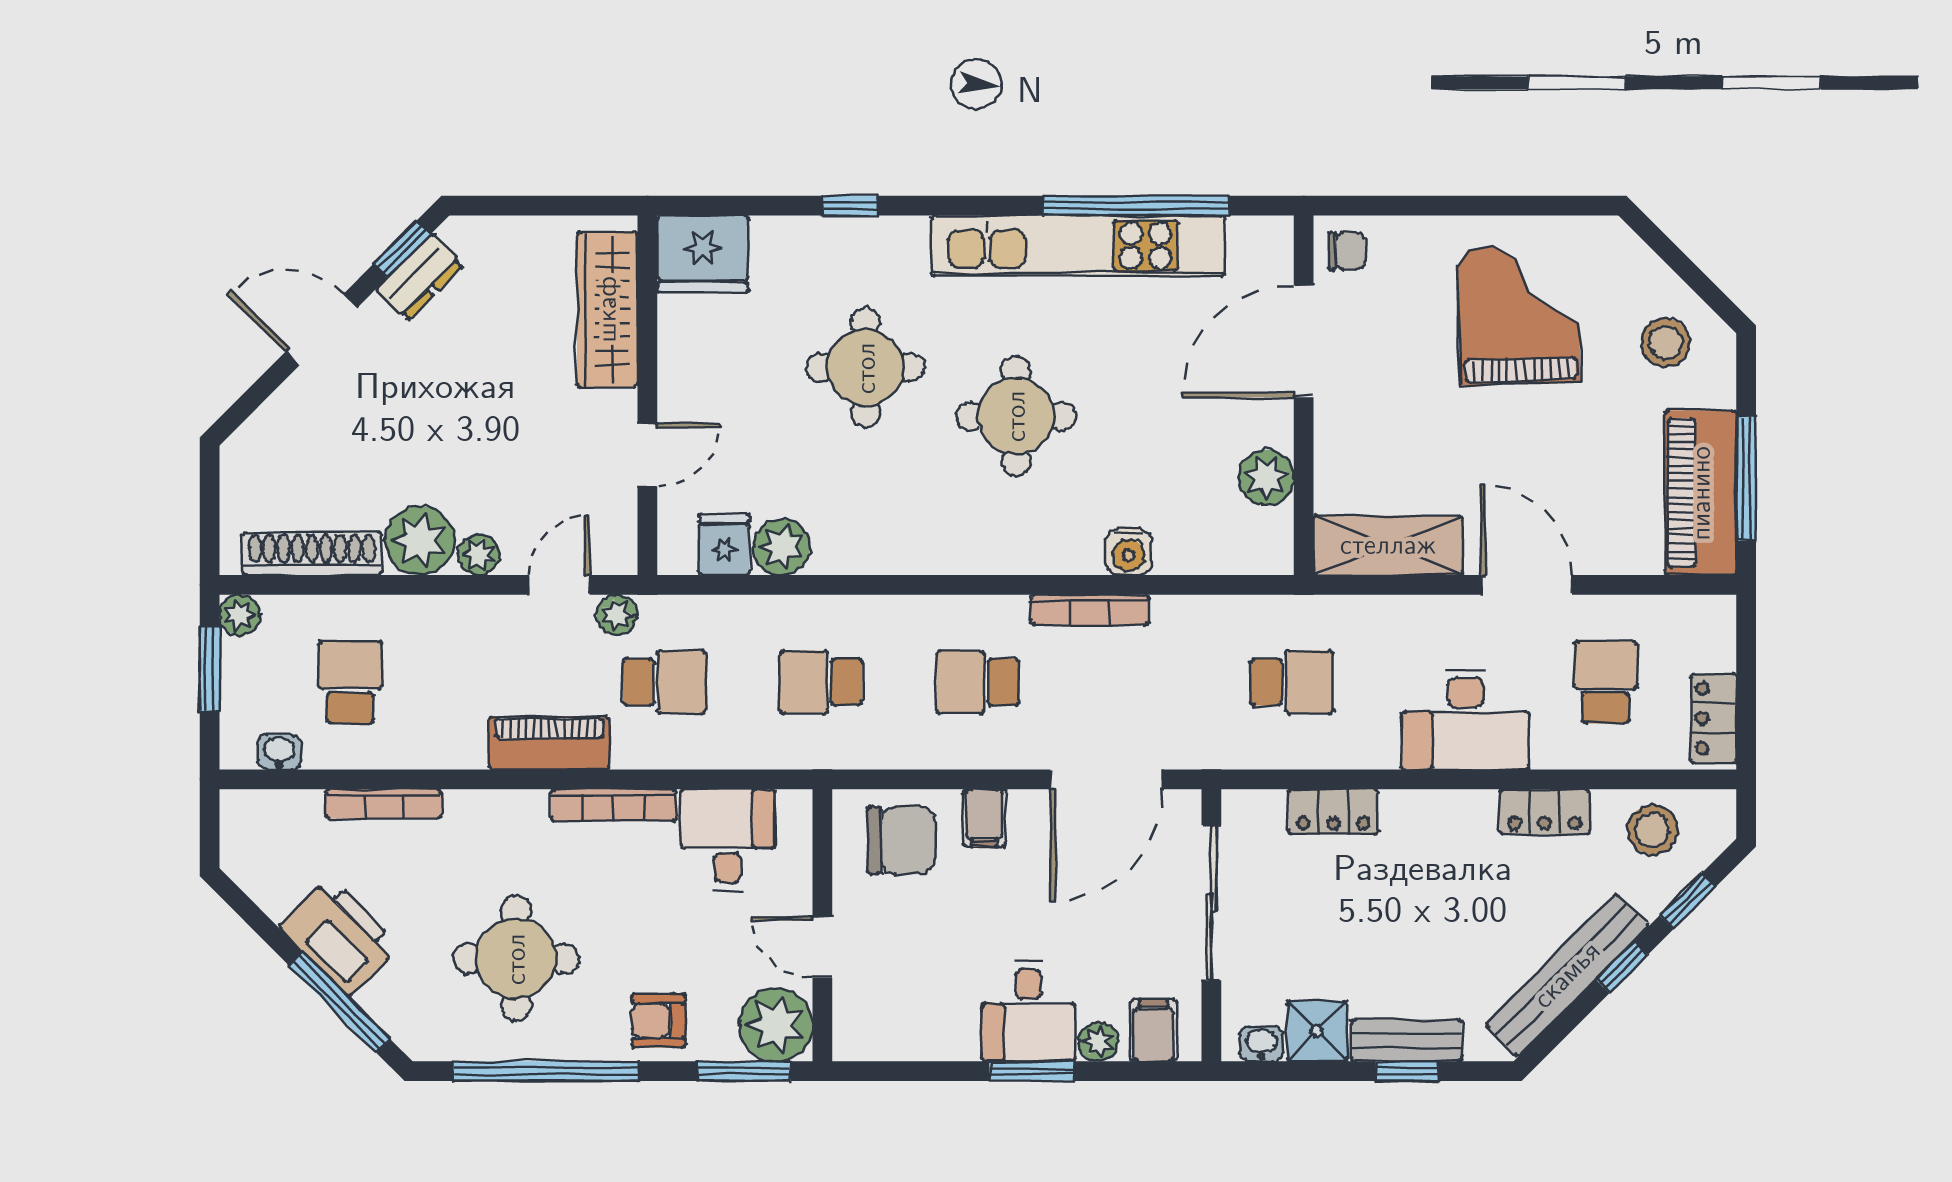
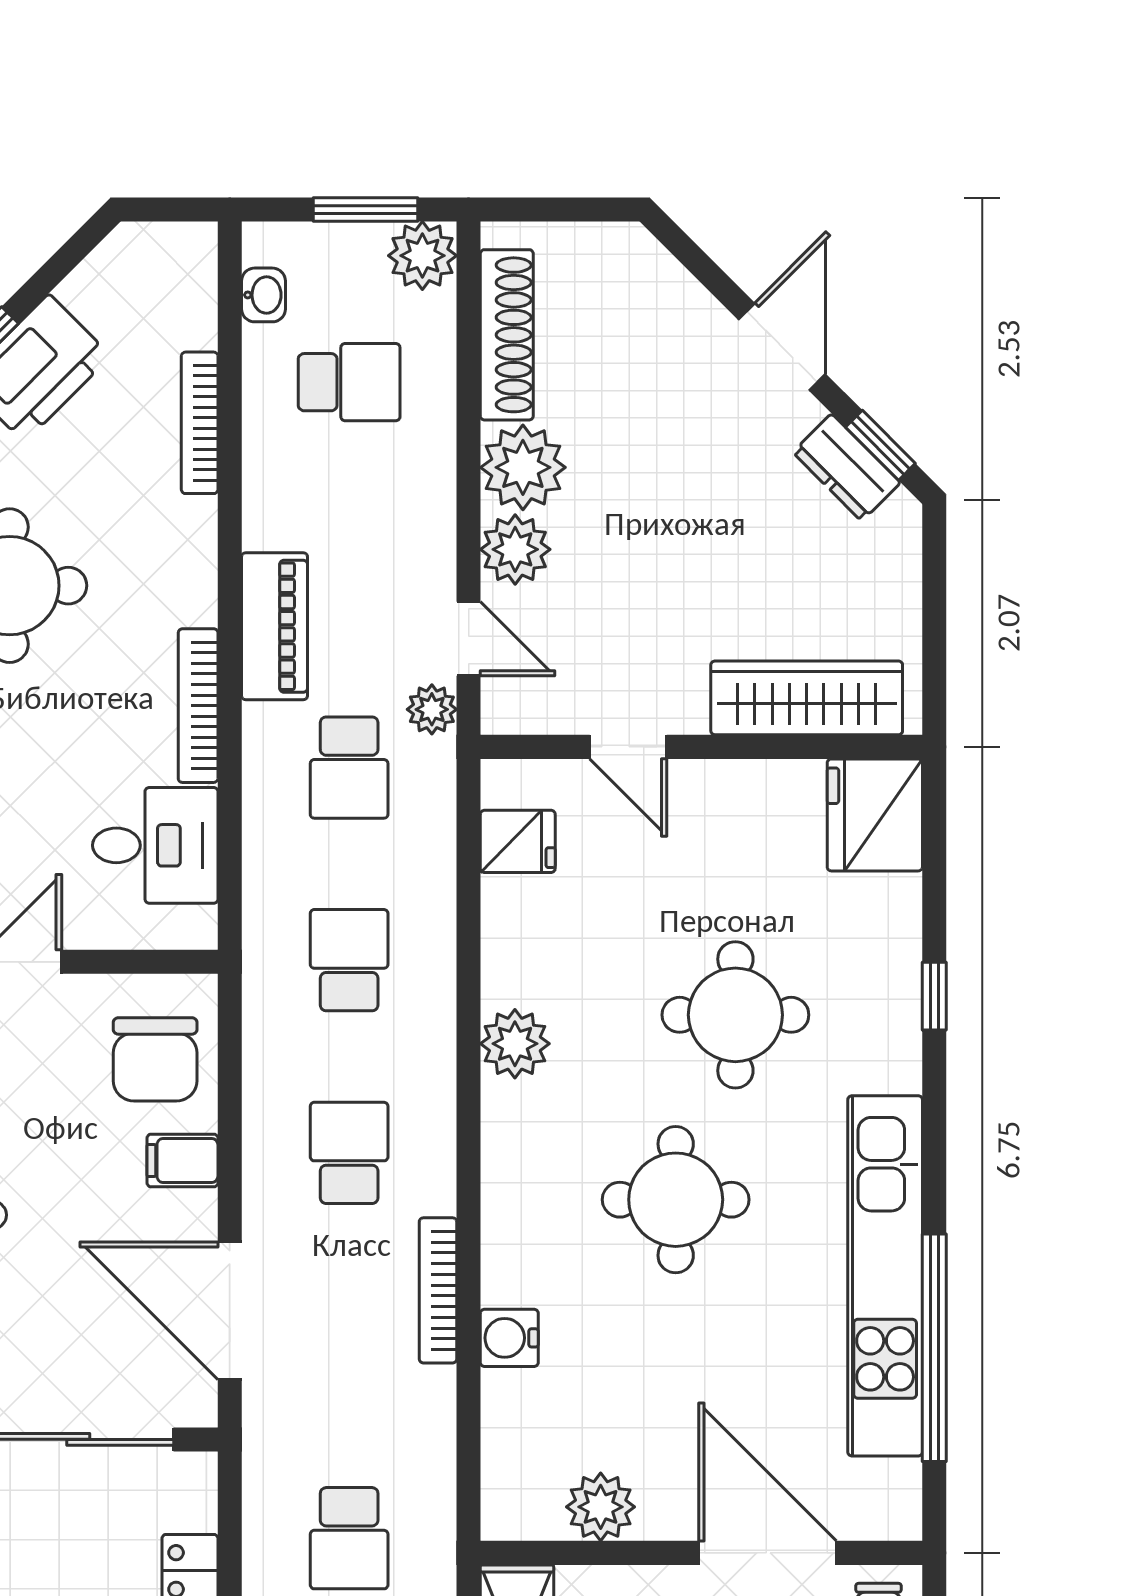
plant: (782, 547) -> (515, 1044), moved
plant: (479, 555) -> (515, 549), width x1.38, depth x1.38
plant: (240, 615) -> (422, 256), width x1.38, depth x1.38

